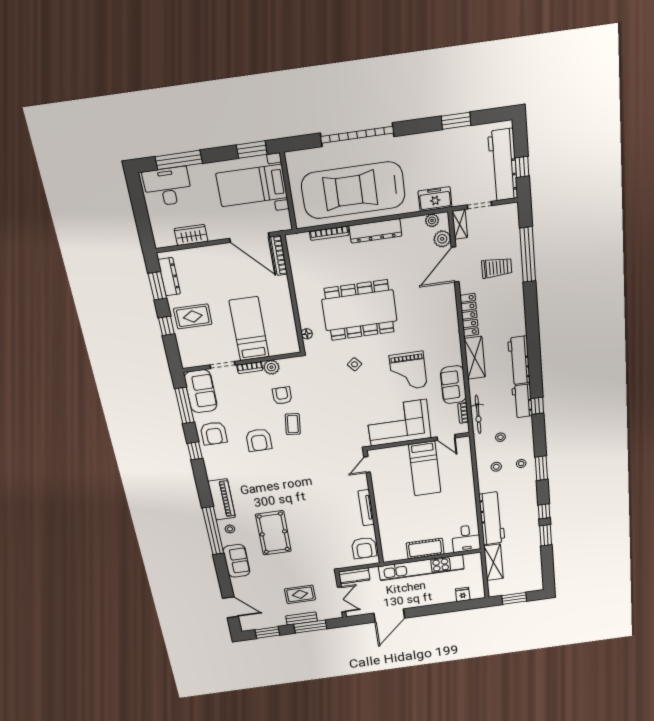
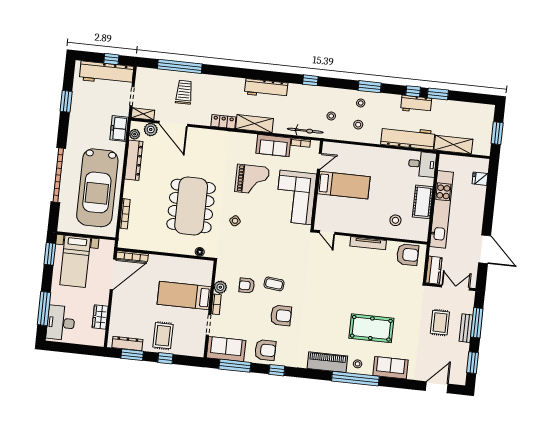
dresser: (375, 231) -> (134, 160), moved
locker: (469, 315) -> (223, 122), width x0.66
workbench: (522, 401) -> (416, 104), moved
stool: (398, 528) -> (395, 220), added

